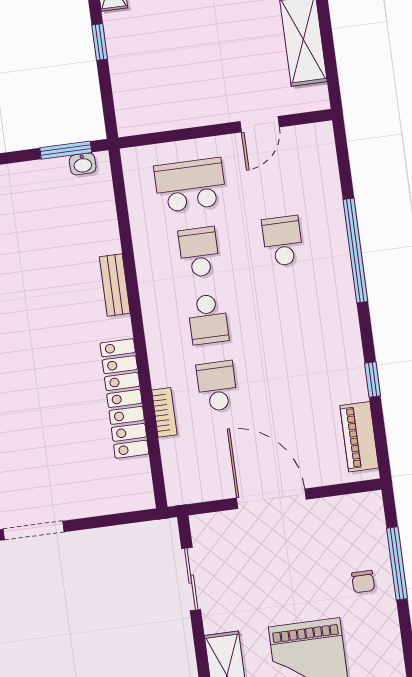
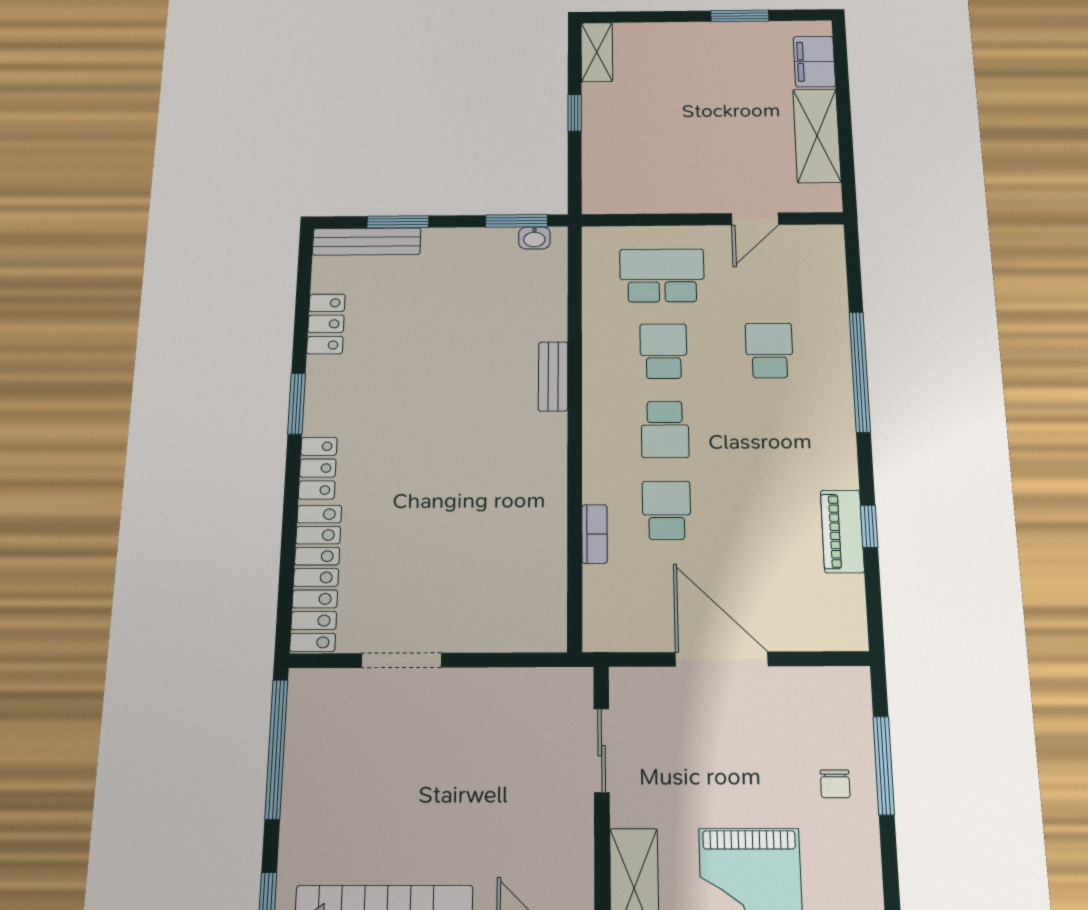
locker: (124, 398) -> (545, 511), removed
piano: (359, 437) -> (842, 531), moved

